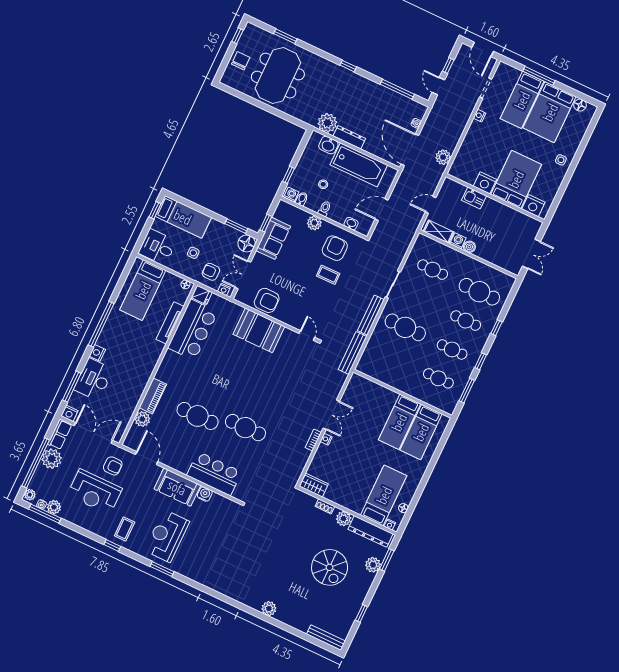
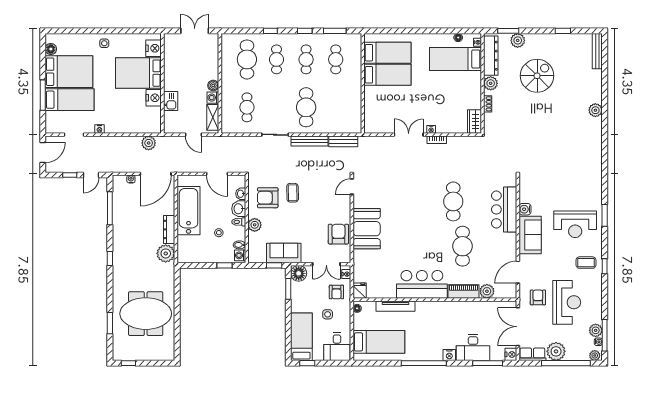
chair: (241, 61) -> (148, 351), removed
washbasin: (328, 145) -> (239, 209), moved, turned 180
bar counter: (193, 330) -> (422, 284), moved
bench: (353, 353) -> (343, 141), width x0.73

